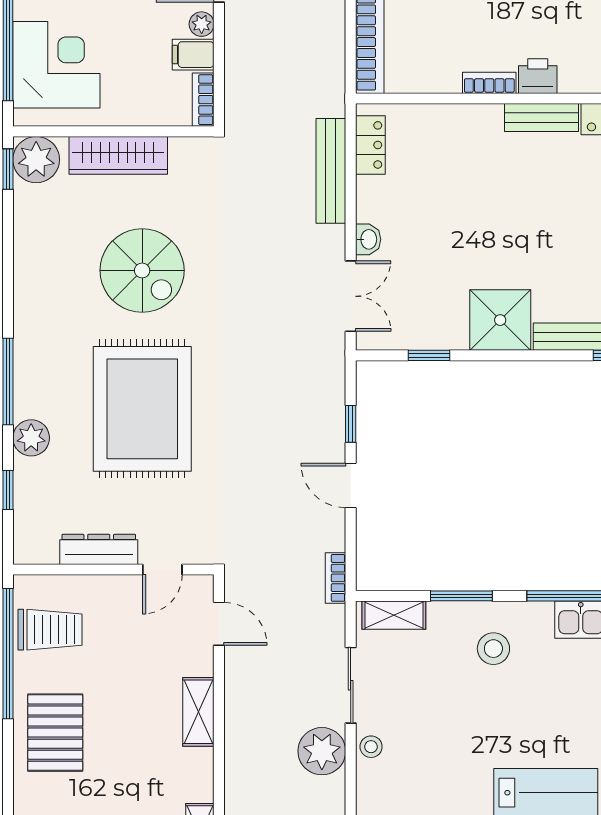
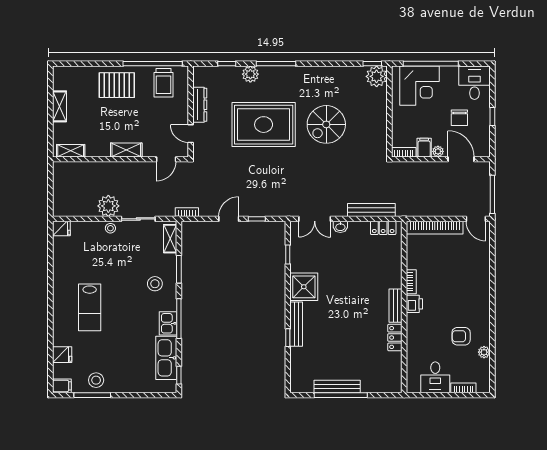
wardrobe: (118, 155) -> (378, 114), removed

